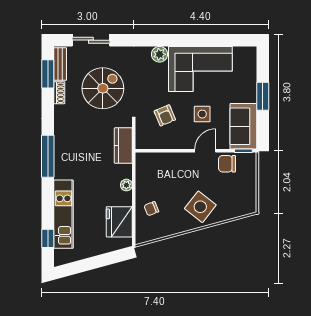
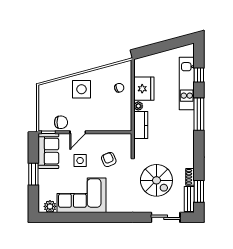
plant: (160, 54) -> (50, 206), moved
spiral stairs: (103, 88) -> (156, 180), turned -90
kitchen counter: (123, 146) -> (141, 125), moved
window: (48, 156) -> (199, 114), moved
side table: (200, 207) -> (82, 89), turned -38
fridge: (119, 222) -> (144, 89), moved
window: (48, 238) -> (199, 75), moved

